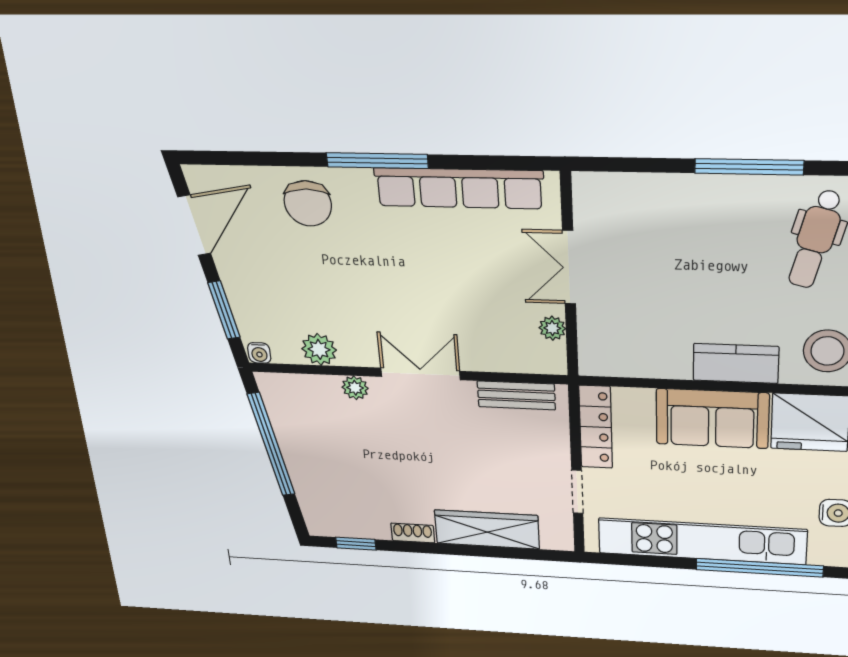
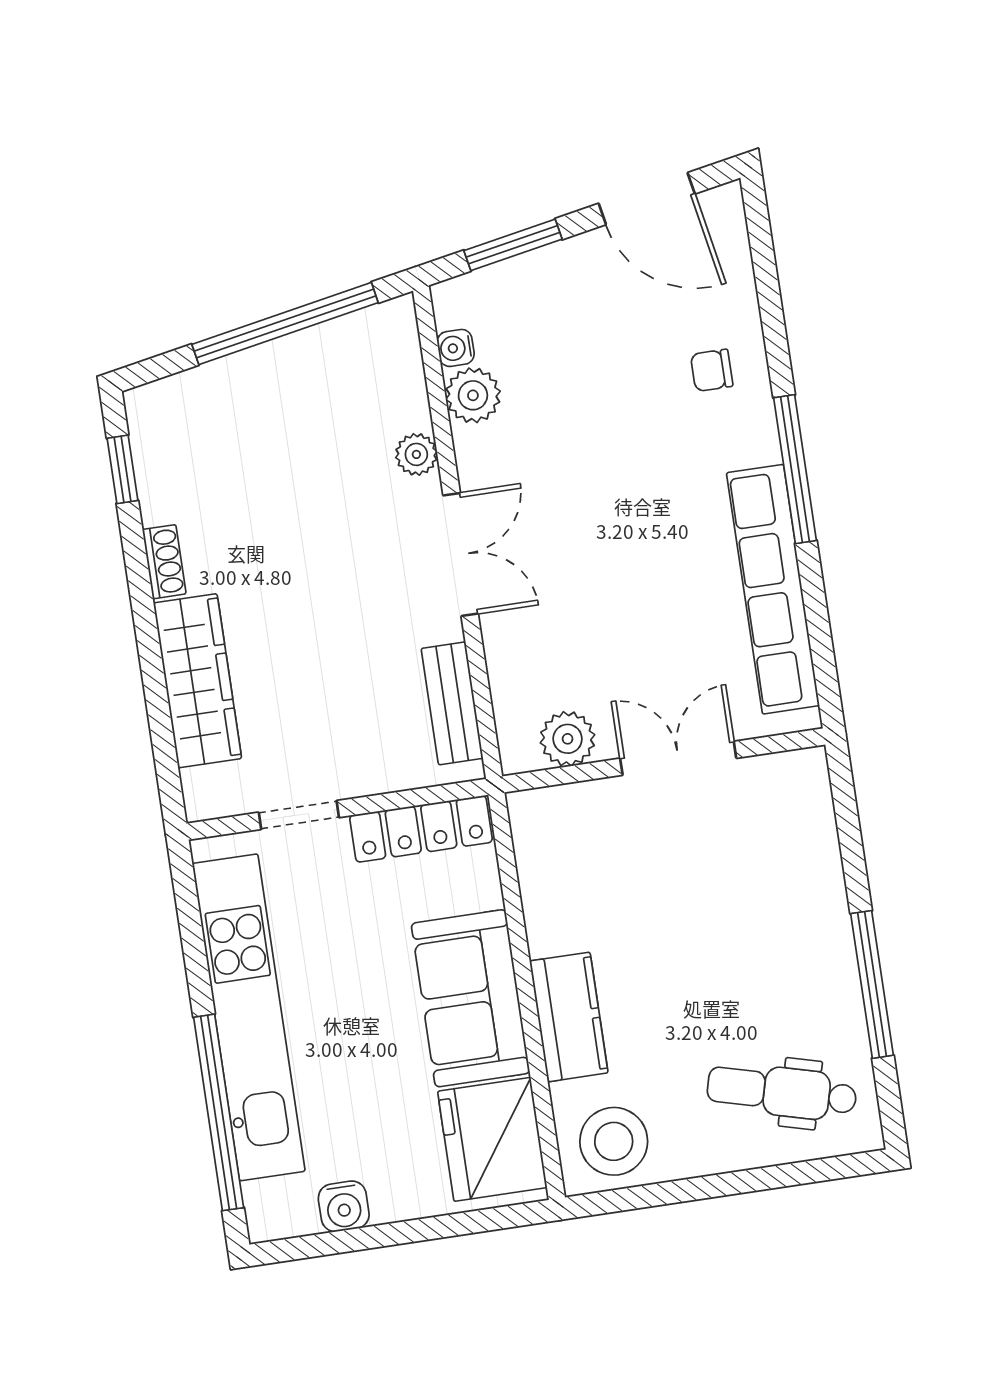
chair: (308, 203) -> (712, 370), width x0.54, depth x0.54
plant: (552, 328) -> (568, 739), width x1.38, depth x1.38
water cooler: (259, 353) -> (456, 348), moved

